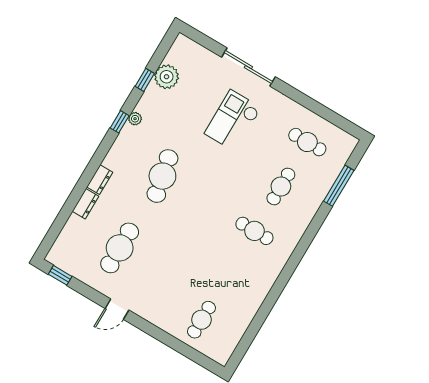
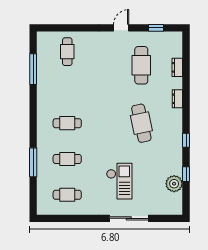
plant: (135, 119) -> (178, 148), removed
cafe table: (281, 186) -> (67, 159), turned 90
window: (339, 186) -> (33, 162), moved
dresser: (86, 204) -> (177, 67), moved
window: (60, 275) -> (156, 28), moved
window: (257, 323) -> (33, 69), added

